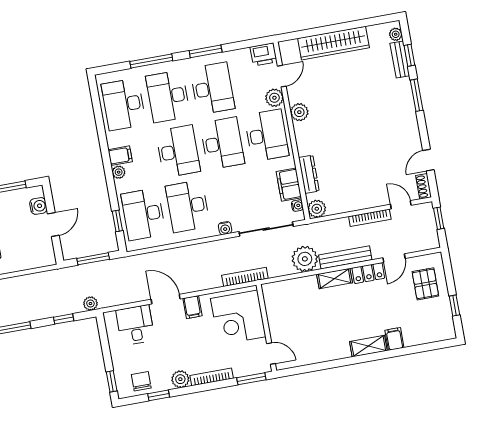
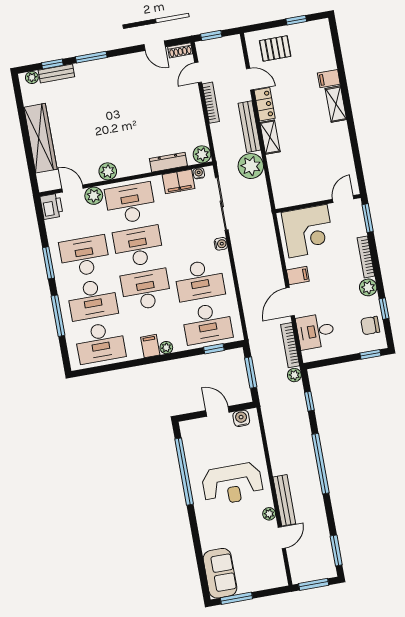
water cooler: (38, 206) -> (241, 418), moved
bookcase: (245, 277) -> (290, 345), moved

